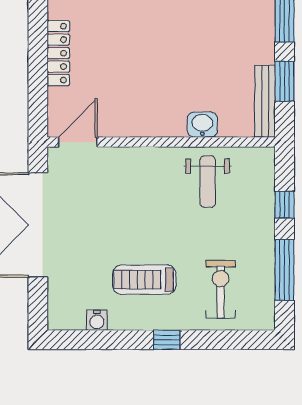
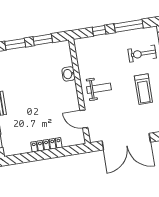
bench: (265, 101) -> (53, 47), removed
door: (78, 142) -> (84, 119), moved
weight bench: (208, 182) -> (99, 88), moved

